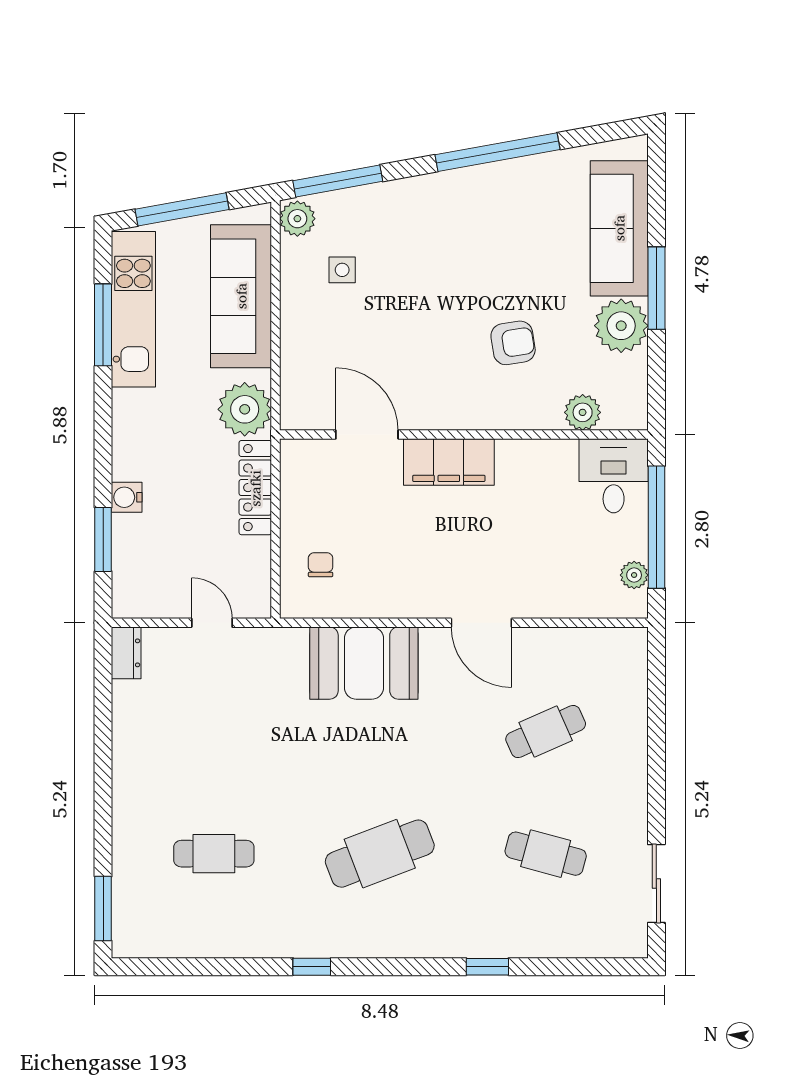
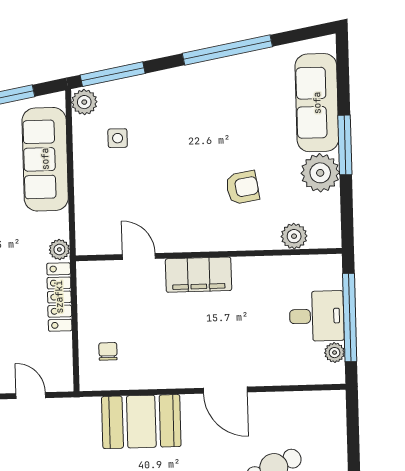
plant: (245, 409) -> (59, 250), width x0.53, depth x0.53
door: (367, 435) -> (139, 256), width x0.73
desk: (614, 476) -> (317, 316), moved, turned 90

